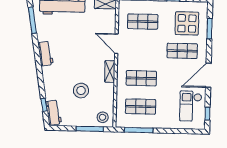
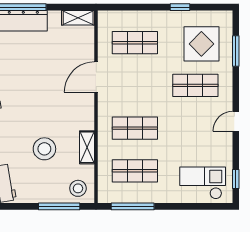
door: (116, 44) -> (96, 77), hinge flipped
shelving: (110, 71) -> (87, 147), moved
door: (208, 75) -> (236, 121), width x0.53
checkout: (191, 106) -> (203, 183), moved, turned 90

